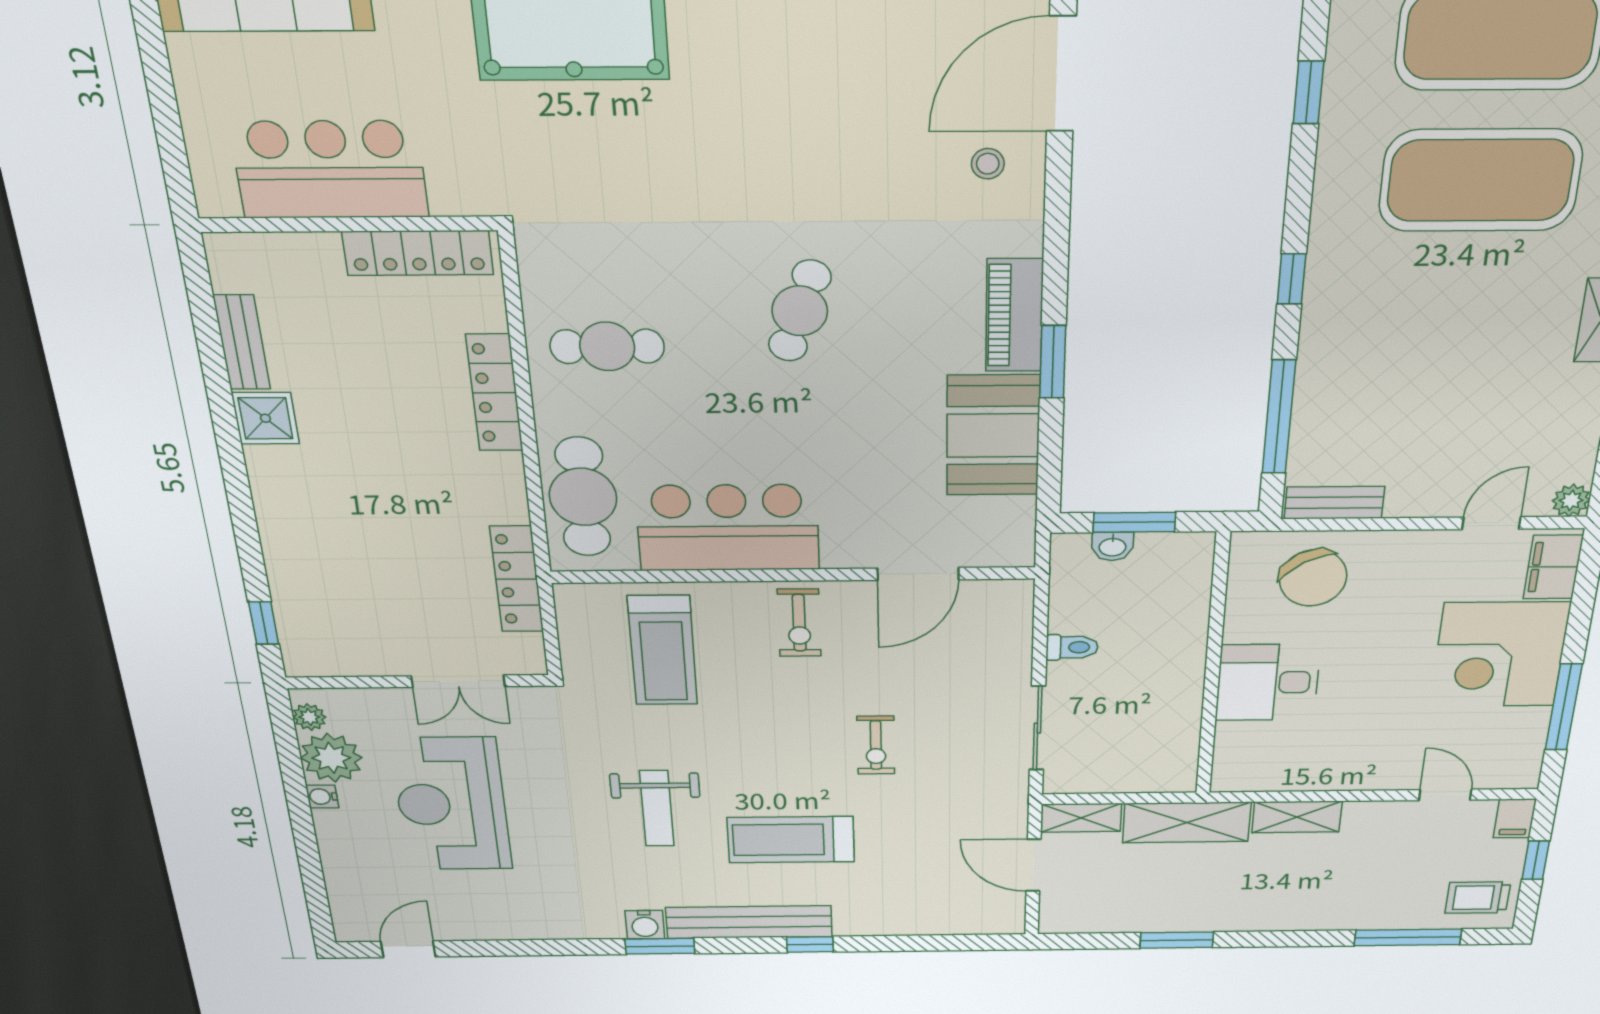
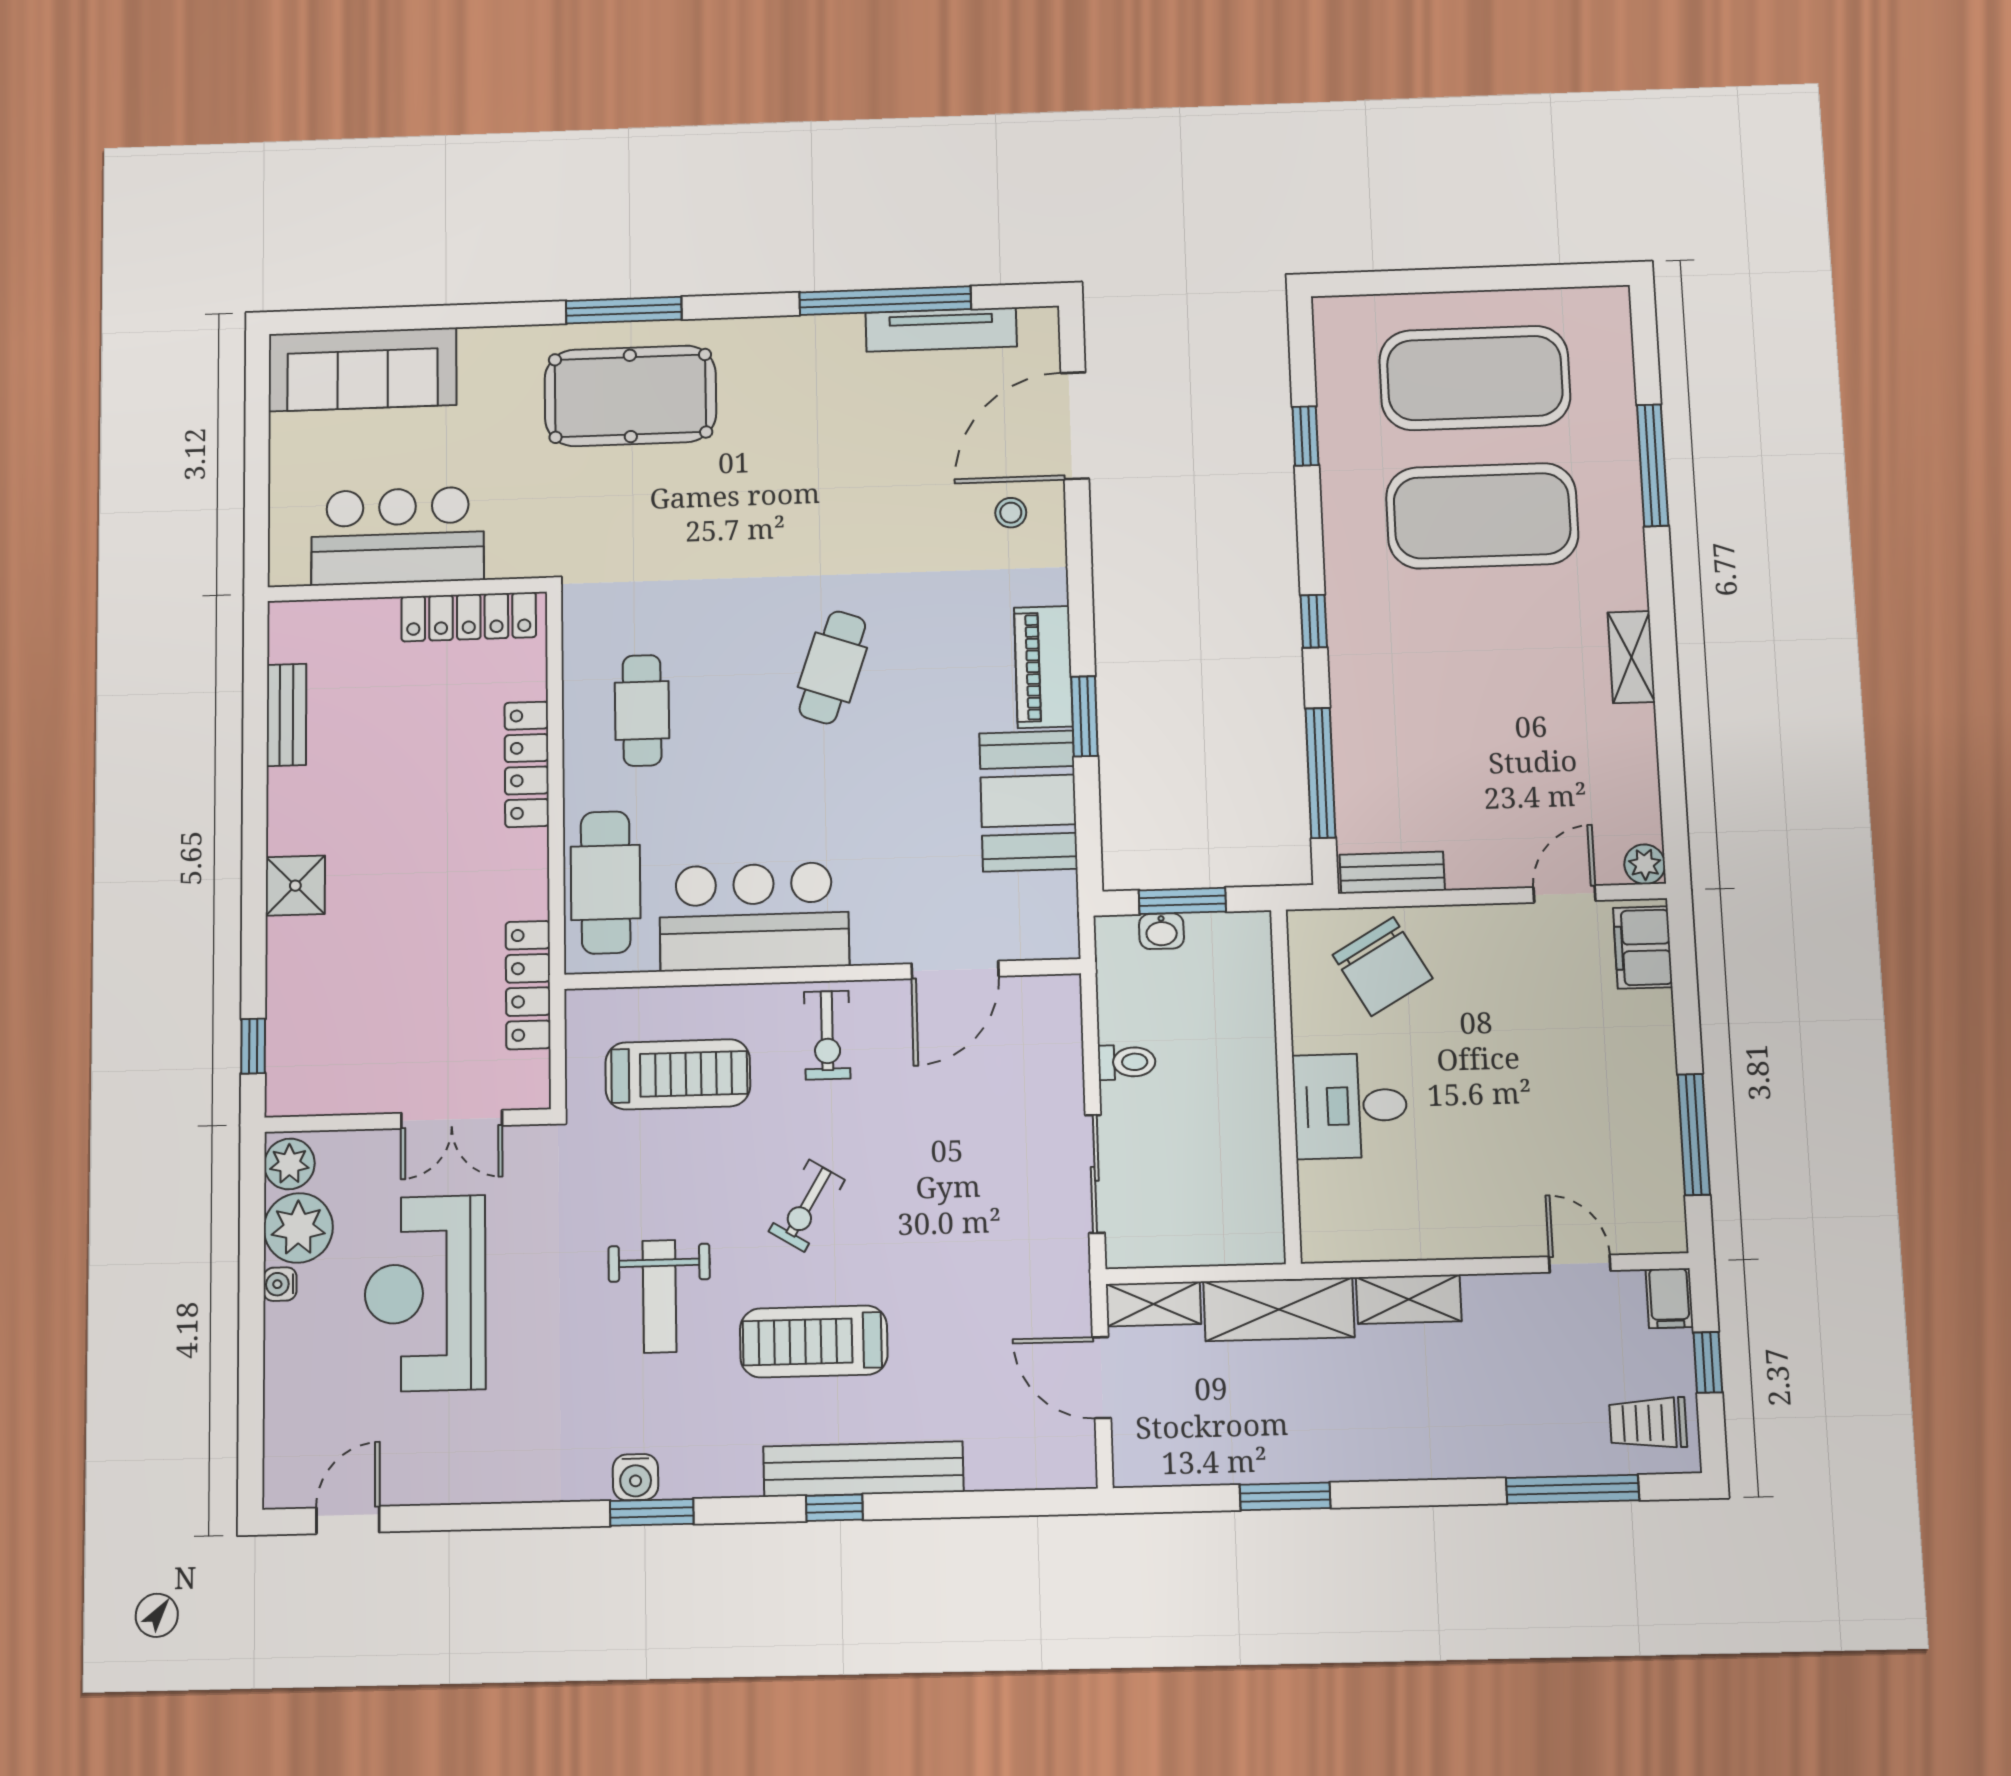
cafe table: (607, 346) -> (642, 710), turned 90
shower: (265, 418) -> (295, 886), moved
treadmill: (663, 650) -> (678, 1074), turned -90
corner desk: (1500, 655) -> (1606, 1064), removed
plant: (309, 717) -> (289, 1164), width x1.38, depth x1.38
exercise bike: (876, 745) -> (807, 1206), moved, turned 31
bench: (749, 922) -> (863, 1469), moved

